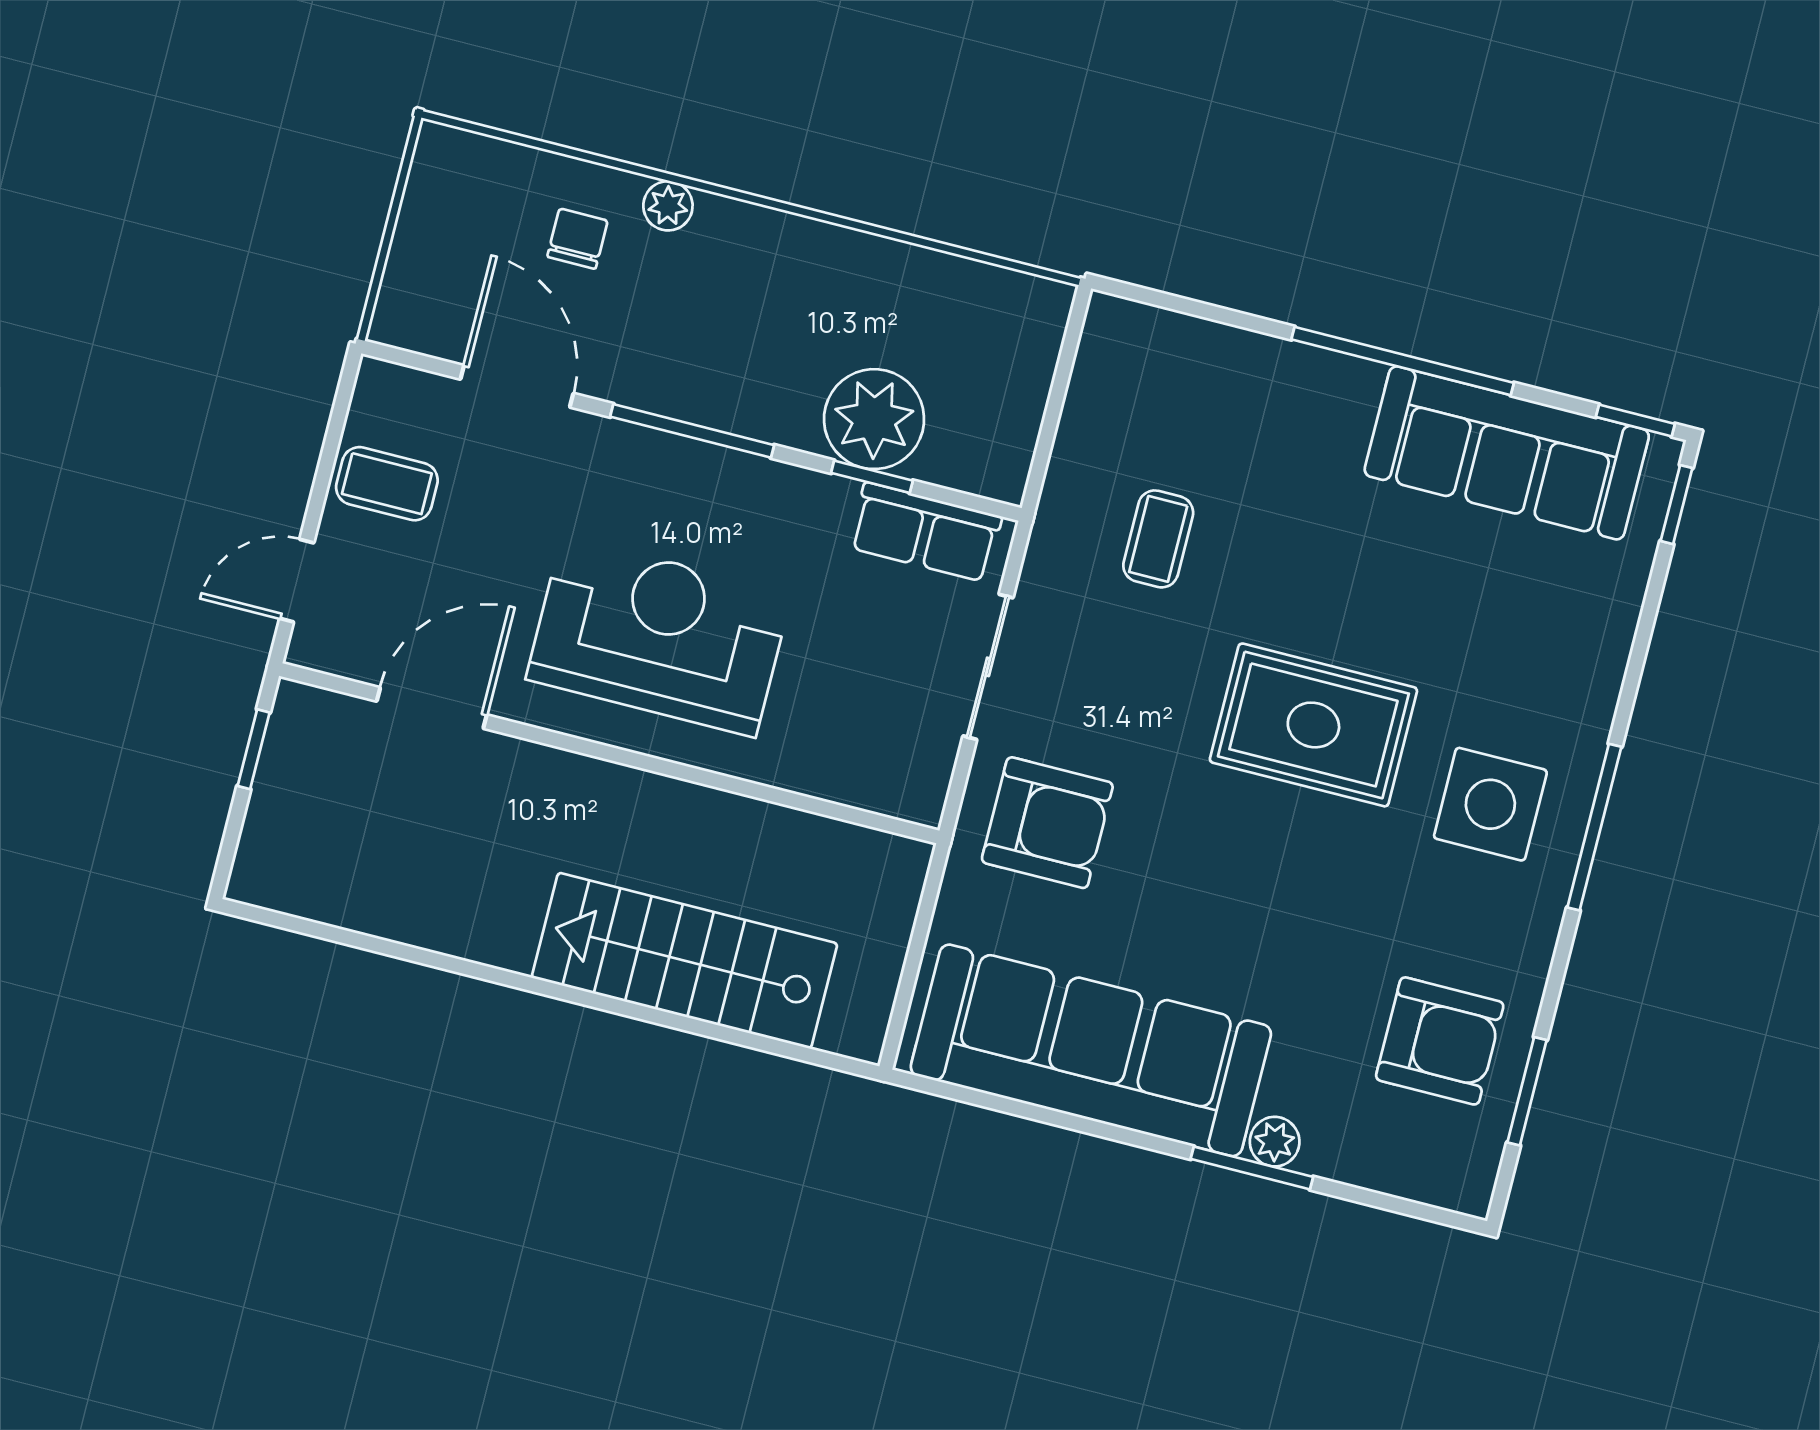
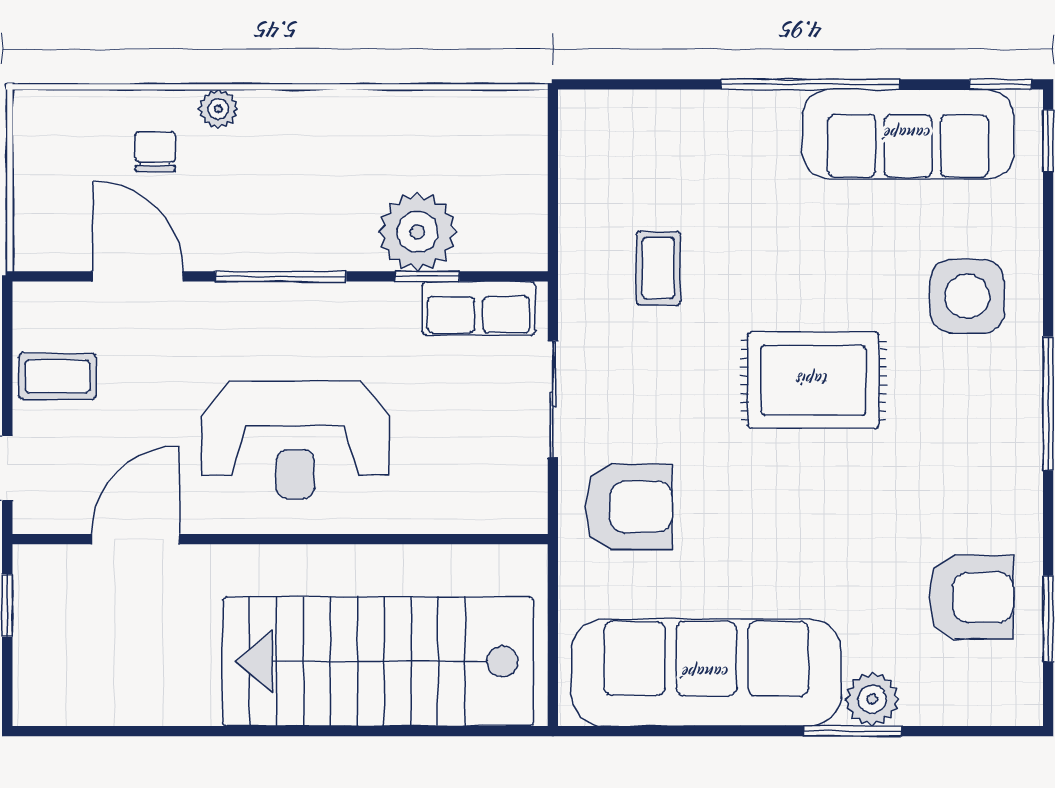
reception desk: (659, 636) -> (295, 440), turned 180
side table: (1490, 804) -> (967, 296), moved
stairs: (685, 961) -> (378, 661), width x1.36, depth x1.51
plant: (1275, 1142) -> (872, 699), width x1.38, depth x1.38

